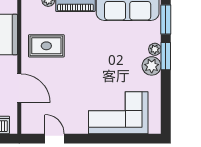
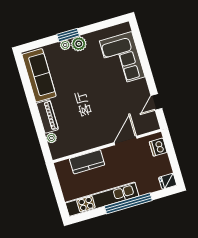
window: (166, 19) -> (40, 43), removed
rug: (46, 46) -> (87, 129), removed

